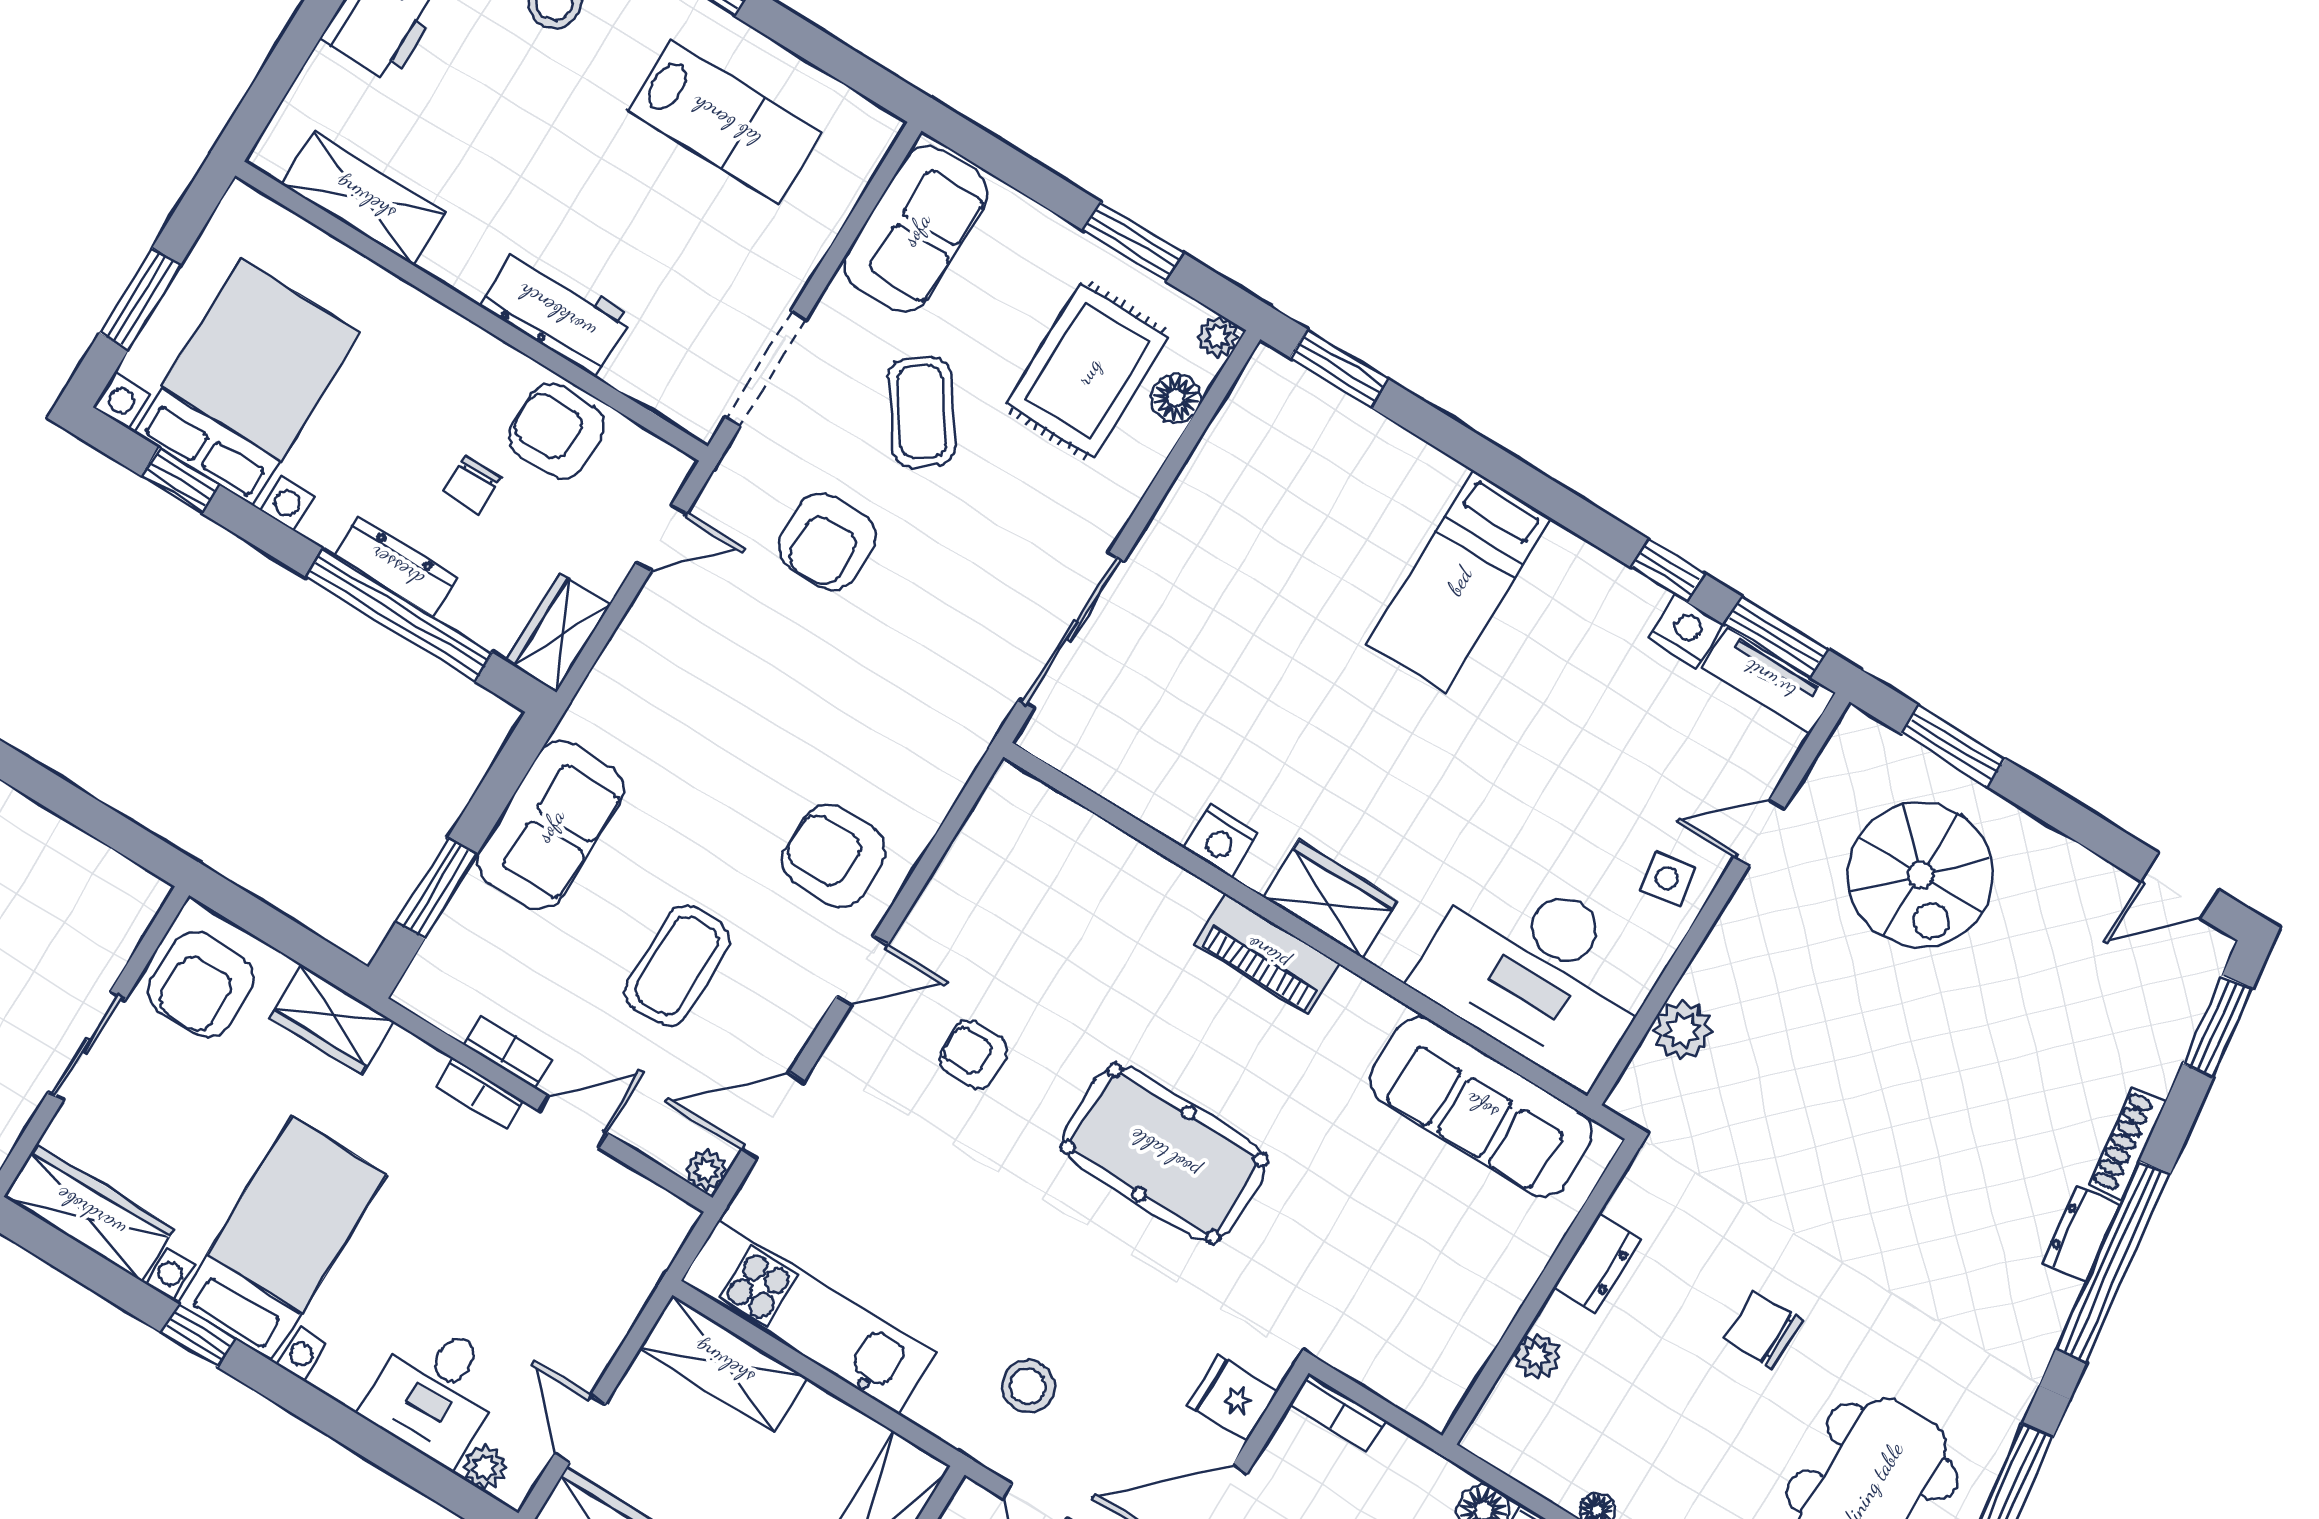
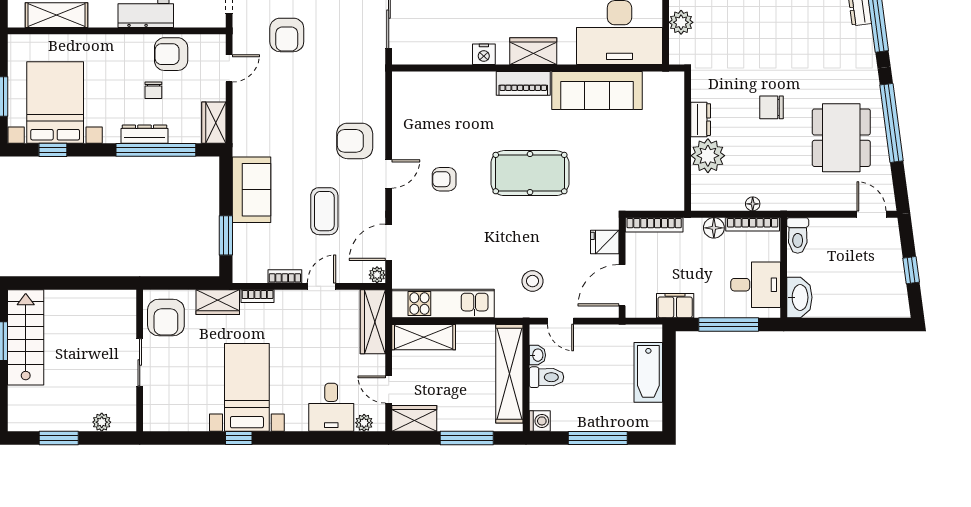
bookcase: (480, 1093) -> (258, 296), moved
sofa: (1481, 1107) -> (597, 91), moved
wardrobe: (90, 1213) -> (373, 322), moved, turned -90
plant: (1538, 1356) -> (708, 156), width x1.87, depth x1.87
bookcase: (1338, 1412) -> (654, 225), width x1.56

